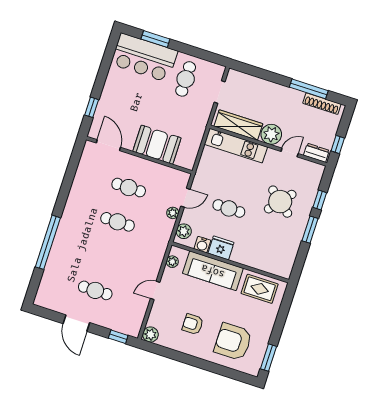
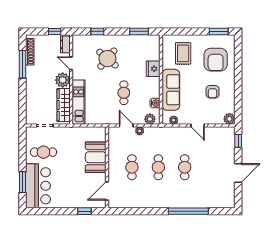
window: (310, 230) -> (139, 31), moved
fridge: (221, 248) -> (153, 69), moved
rug: (260, 289) -> (183, 53), moved
cafe table: (95, 290) -> (185, 167), moved

